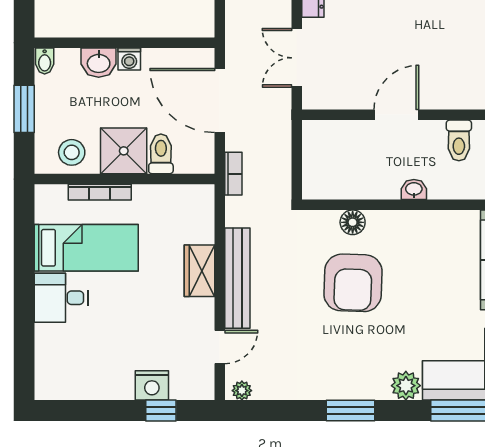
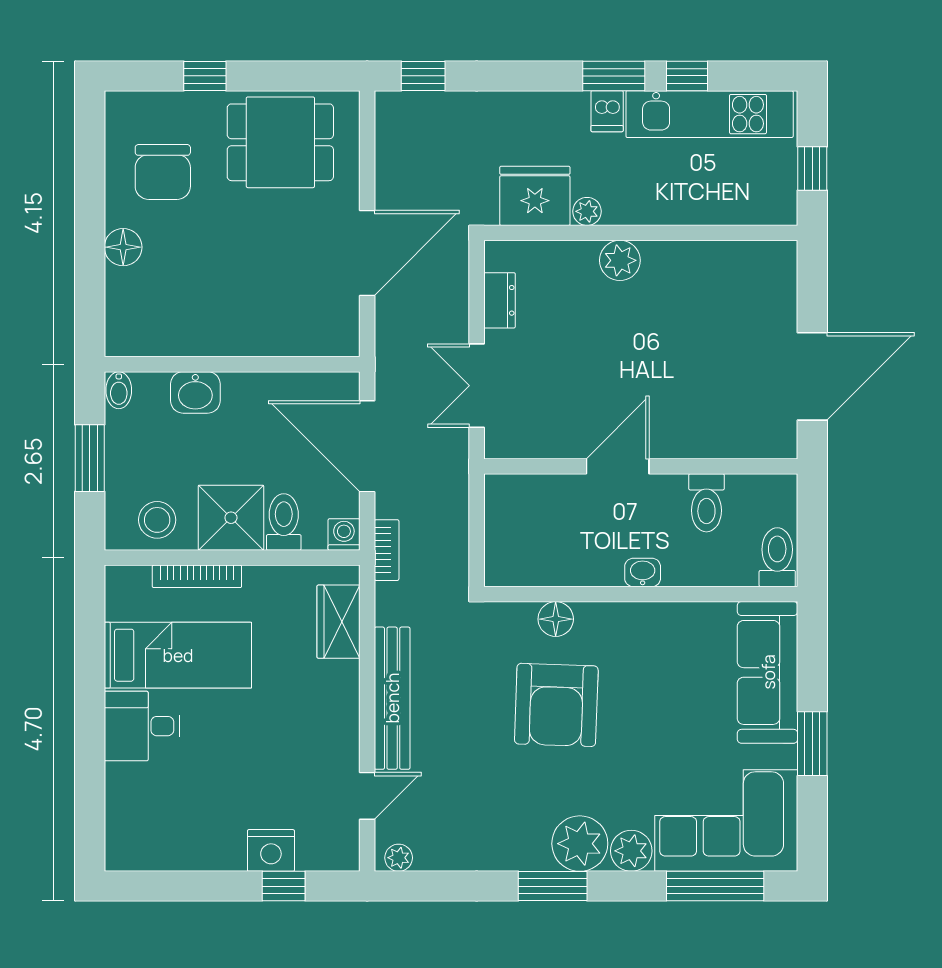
washing machine: (129, 59) -> (344, 535), moved, turned 180
wardrobe: (199, 271) -> (338, 622), moved
plant: (370, 381) -> (580, 844), added

